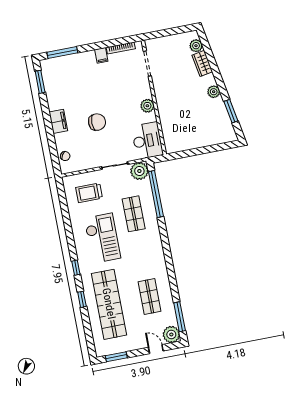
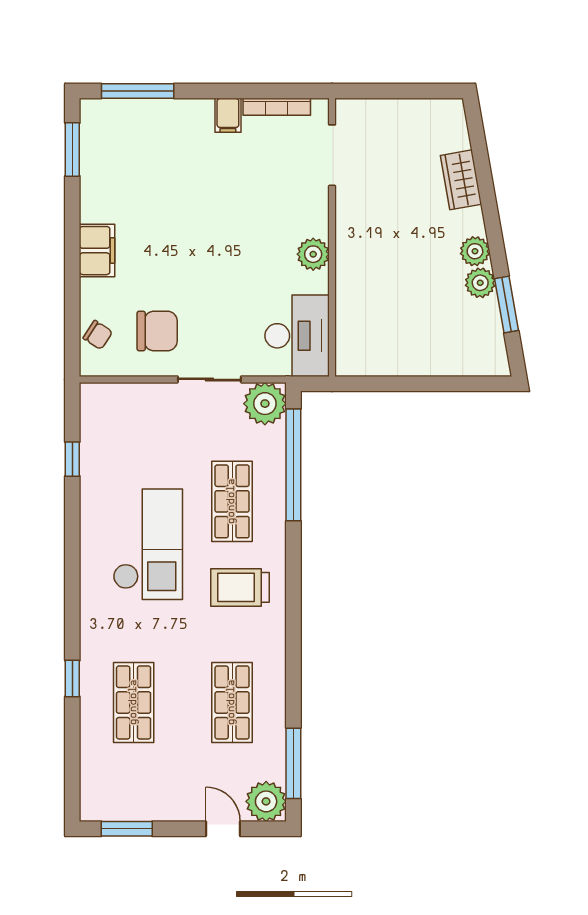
plant: (196, 46) -> (480, 283), moved
chair: (97, 122) -> (157, 331), moved
trolley: (89, 193) -> (240, 587), moved
window: (76, 268) -> (72, 459), moved
shop shelf: (109, 304) -> (134, 702), width x0.50, depth x0.74

